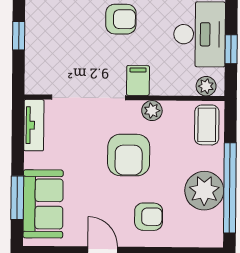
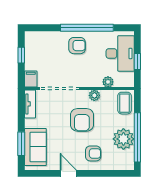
filing cabinet: (138, 80) -> (31, 79), moved
plant: (206, 86) -> (108, 82), moved

